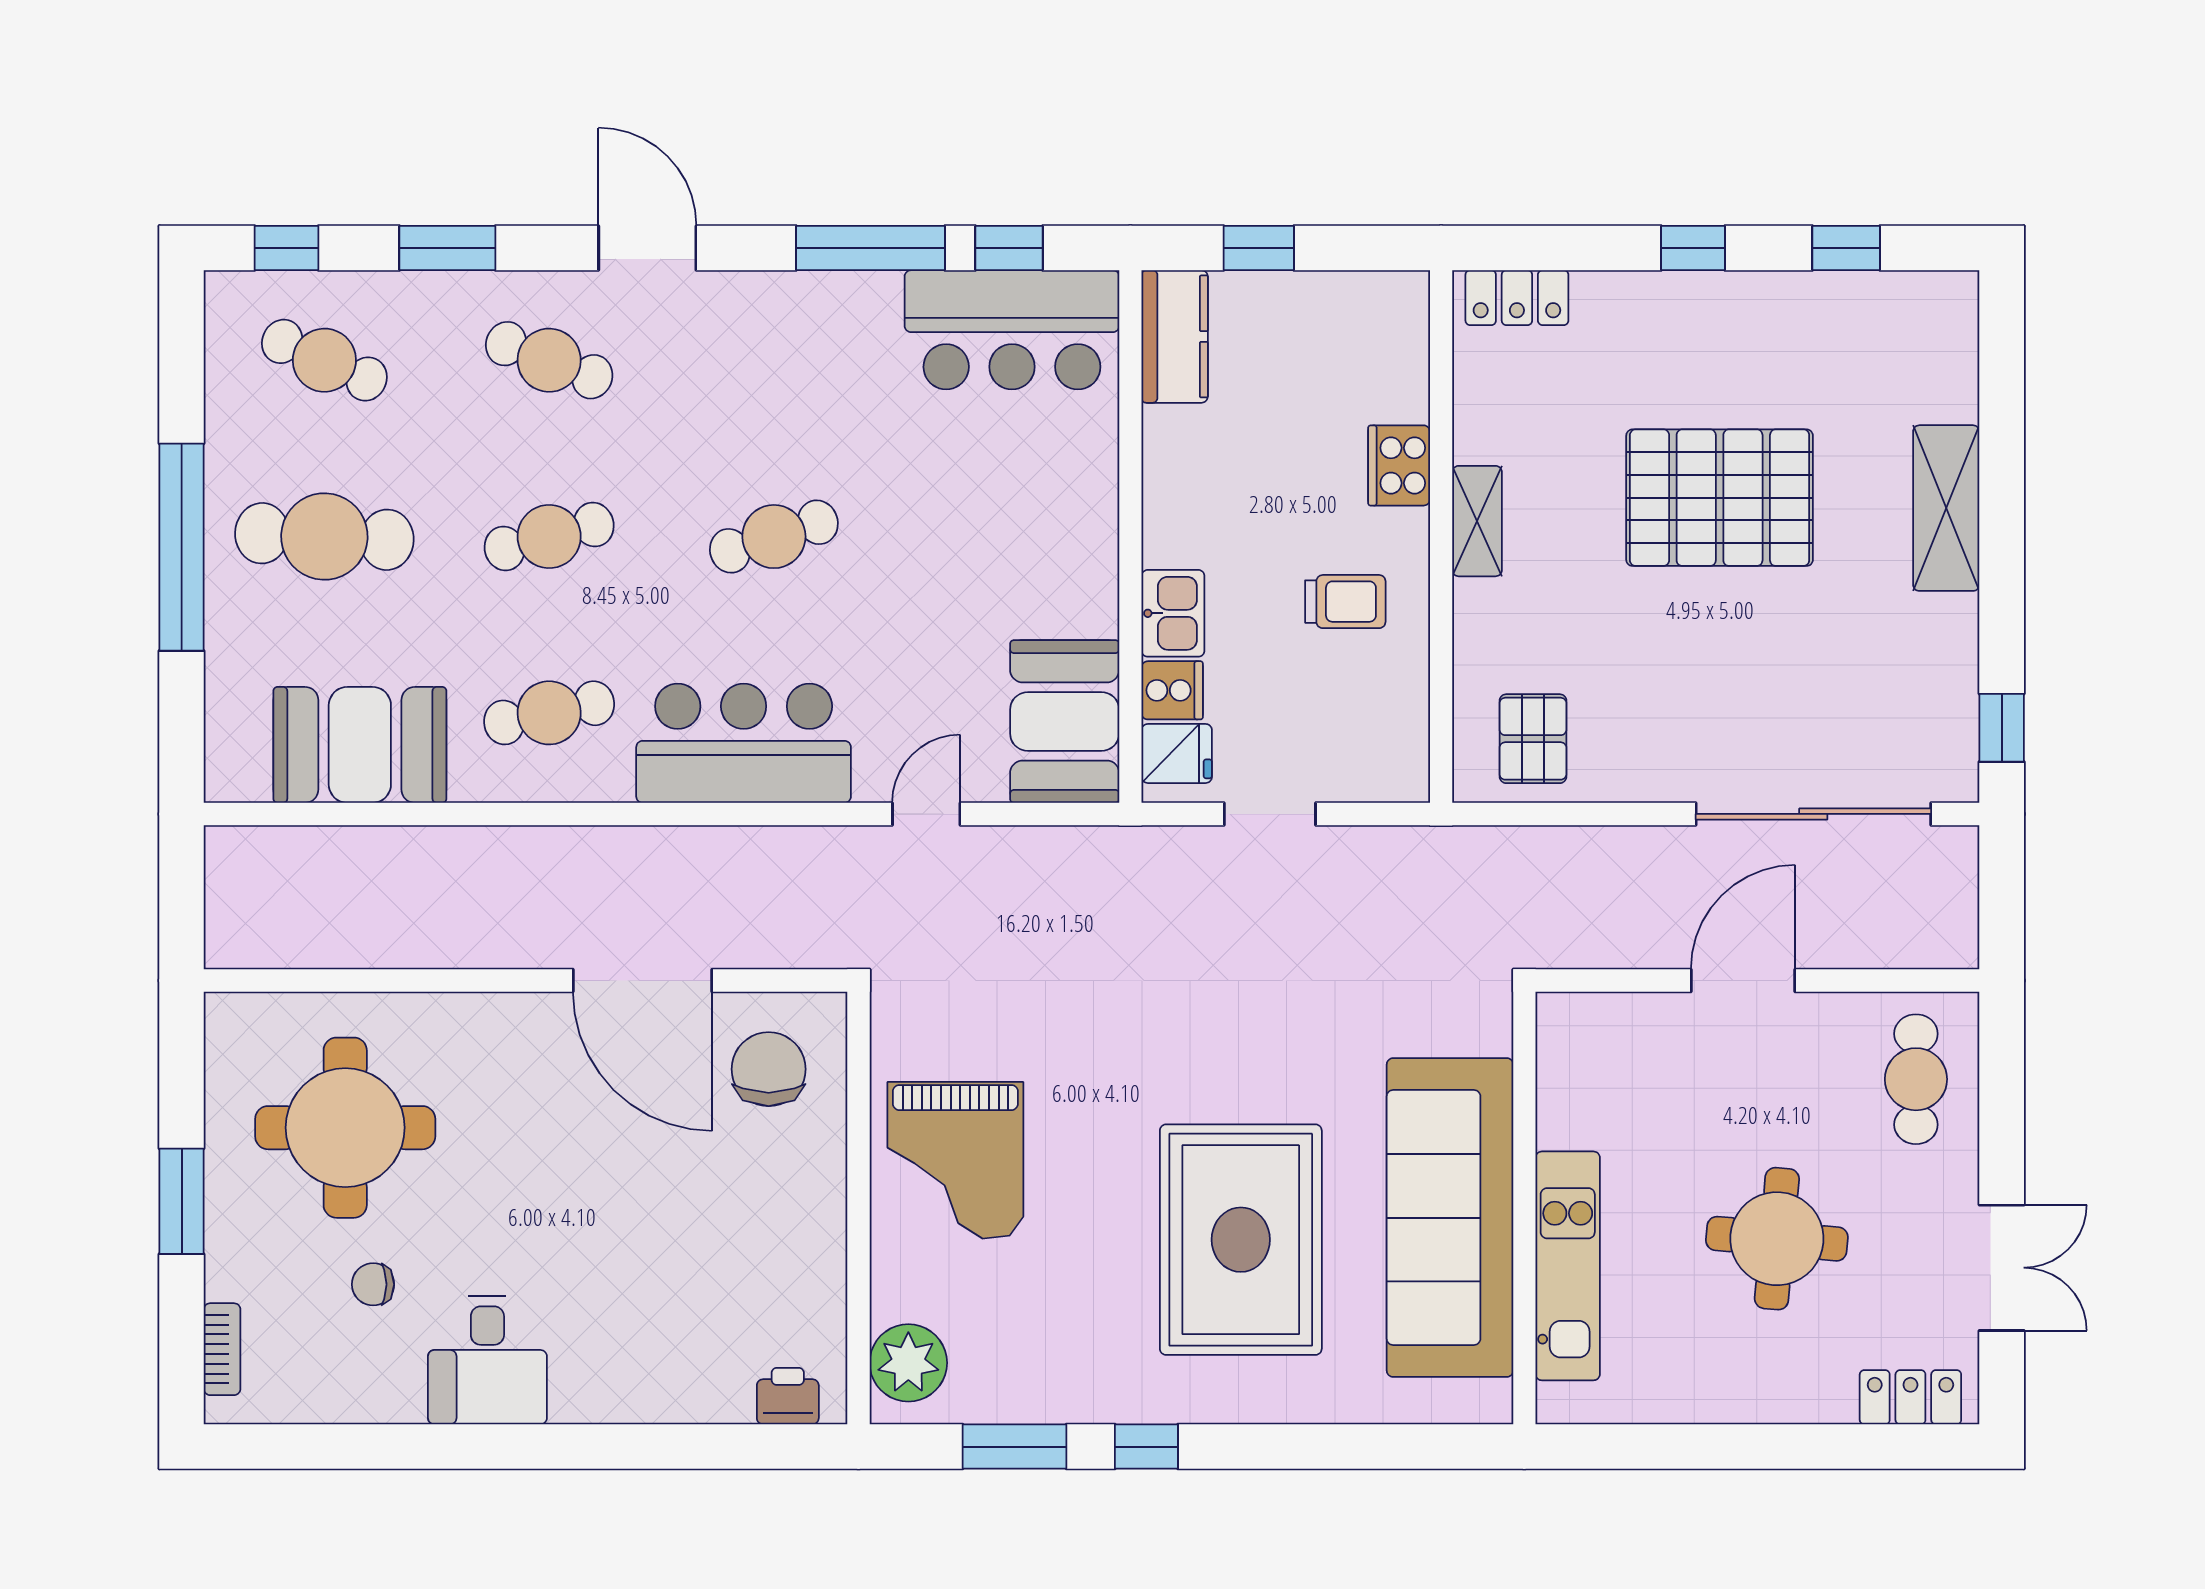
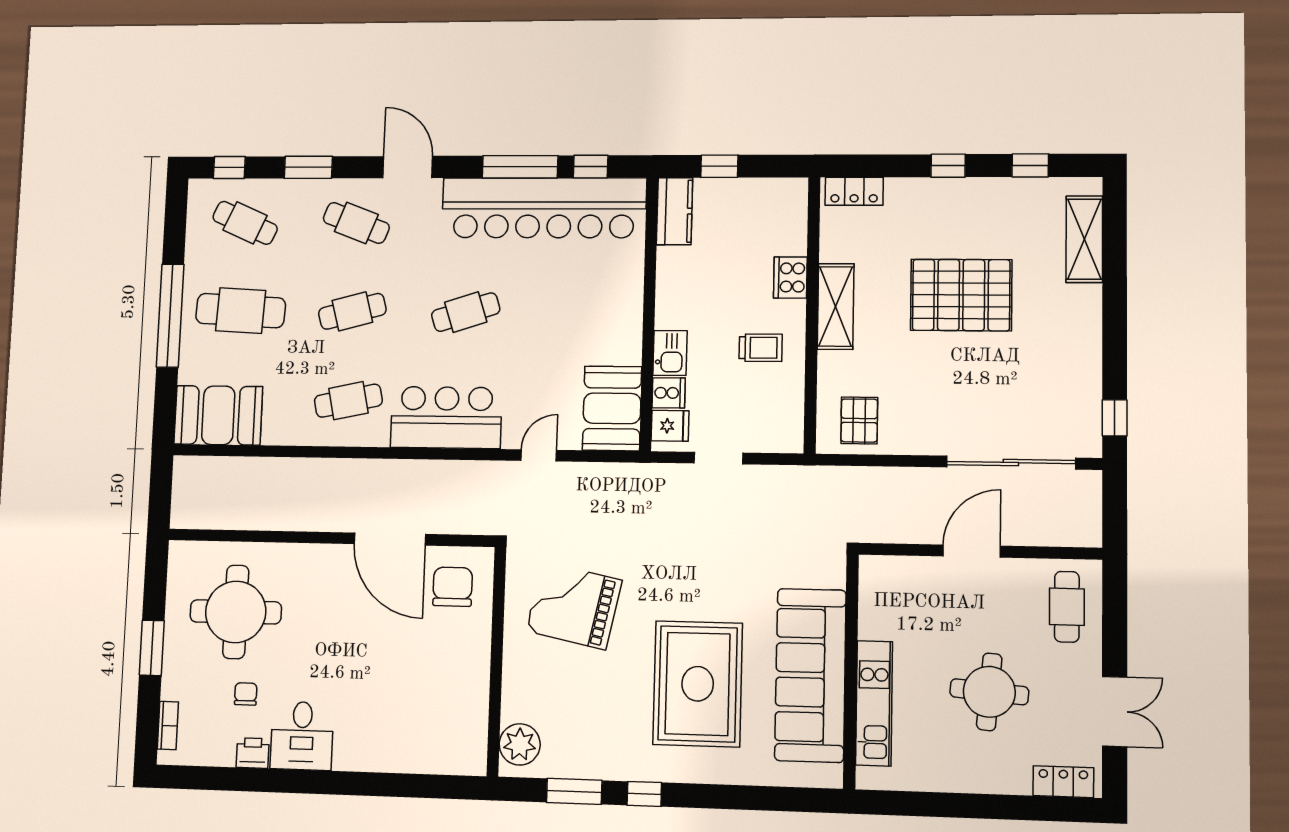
bar counter: (1012, 330) -> (544, 208), width x1.86
shelving: (1946, 508) -> (1084, 239), moved
shelving: (1477, 521) -> (836, 306), width x1.50, depth x1.33
booth: (360, 745) -> (218, 415), moved
grand piano: (955, 1160) -> (574, 606), moved, turned 102
chair: (373, 1284) -> (246, 694), turned 90
printer: (788, 1396) -> (253, 753), moved

